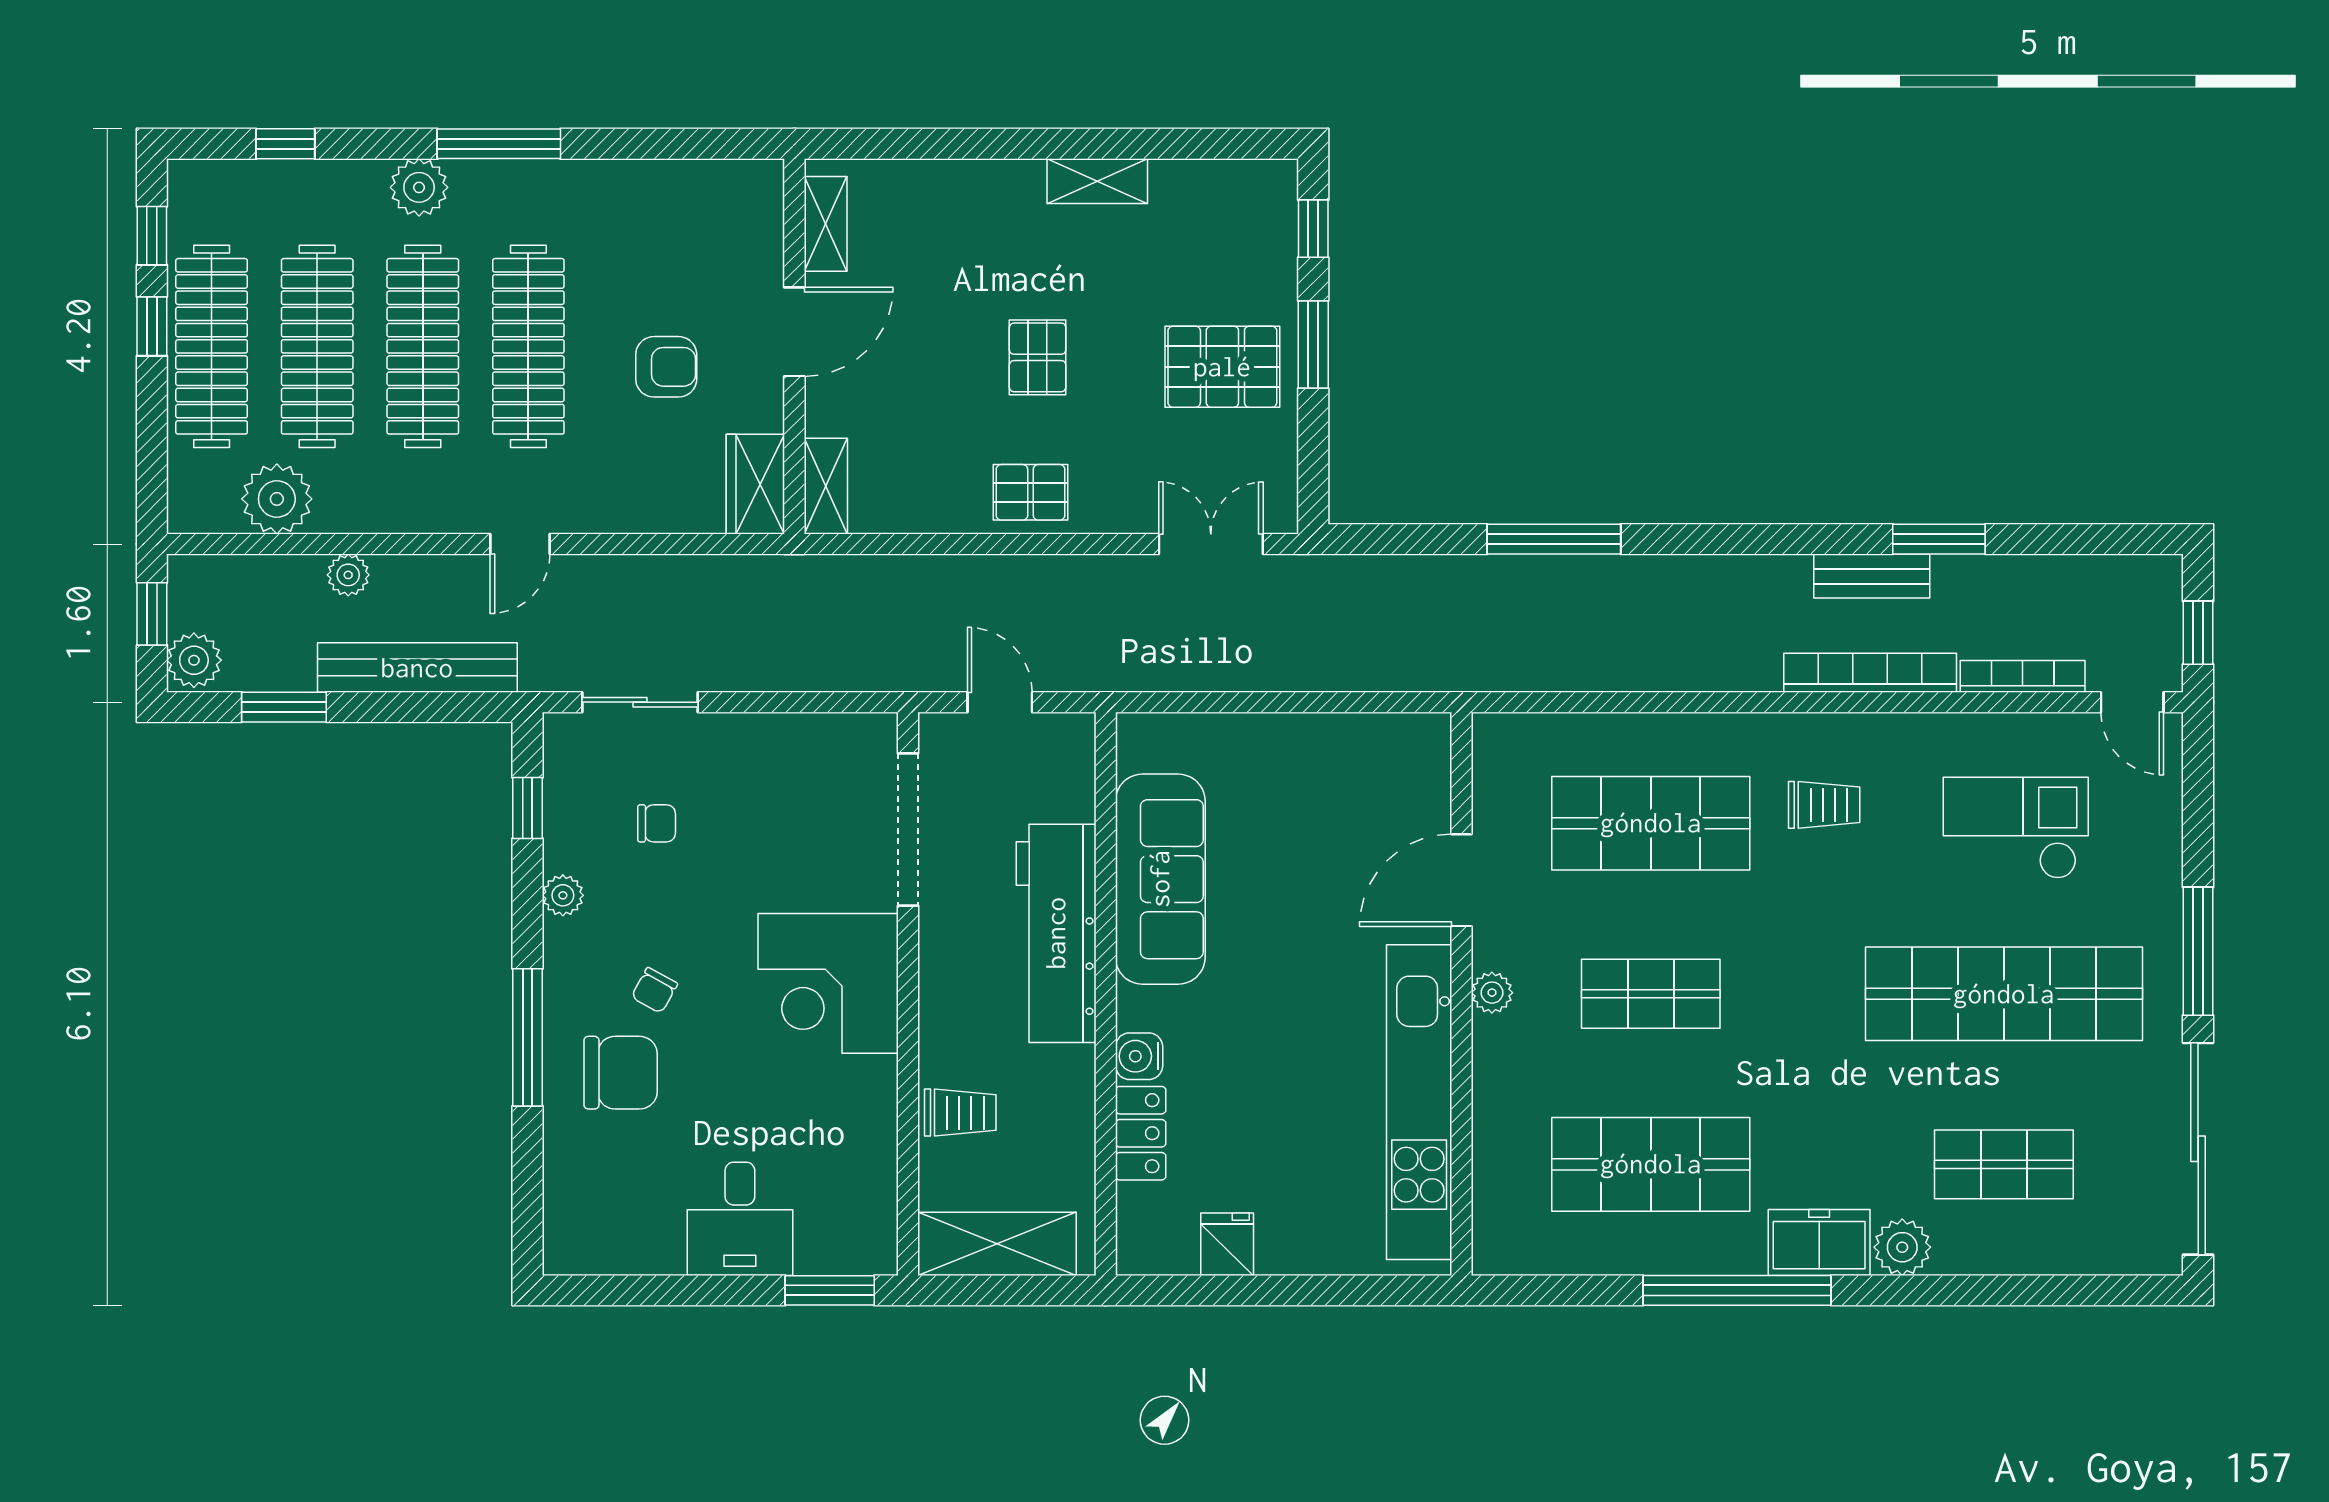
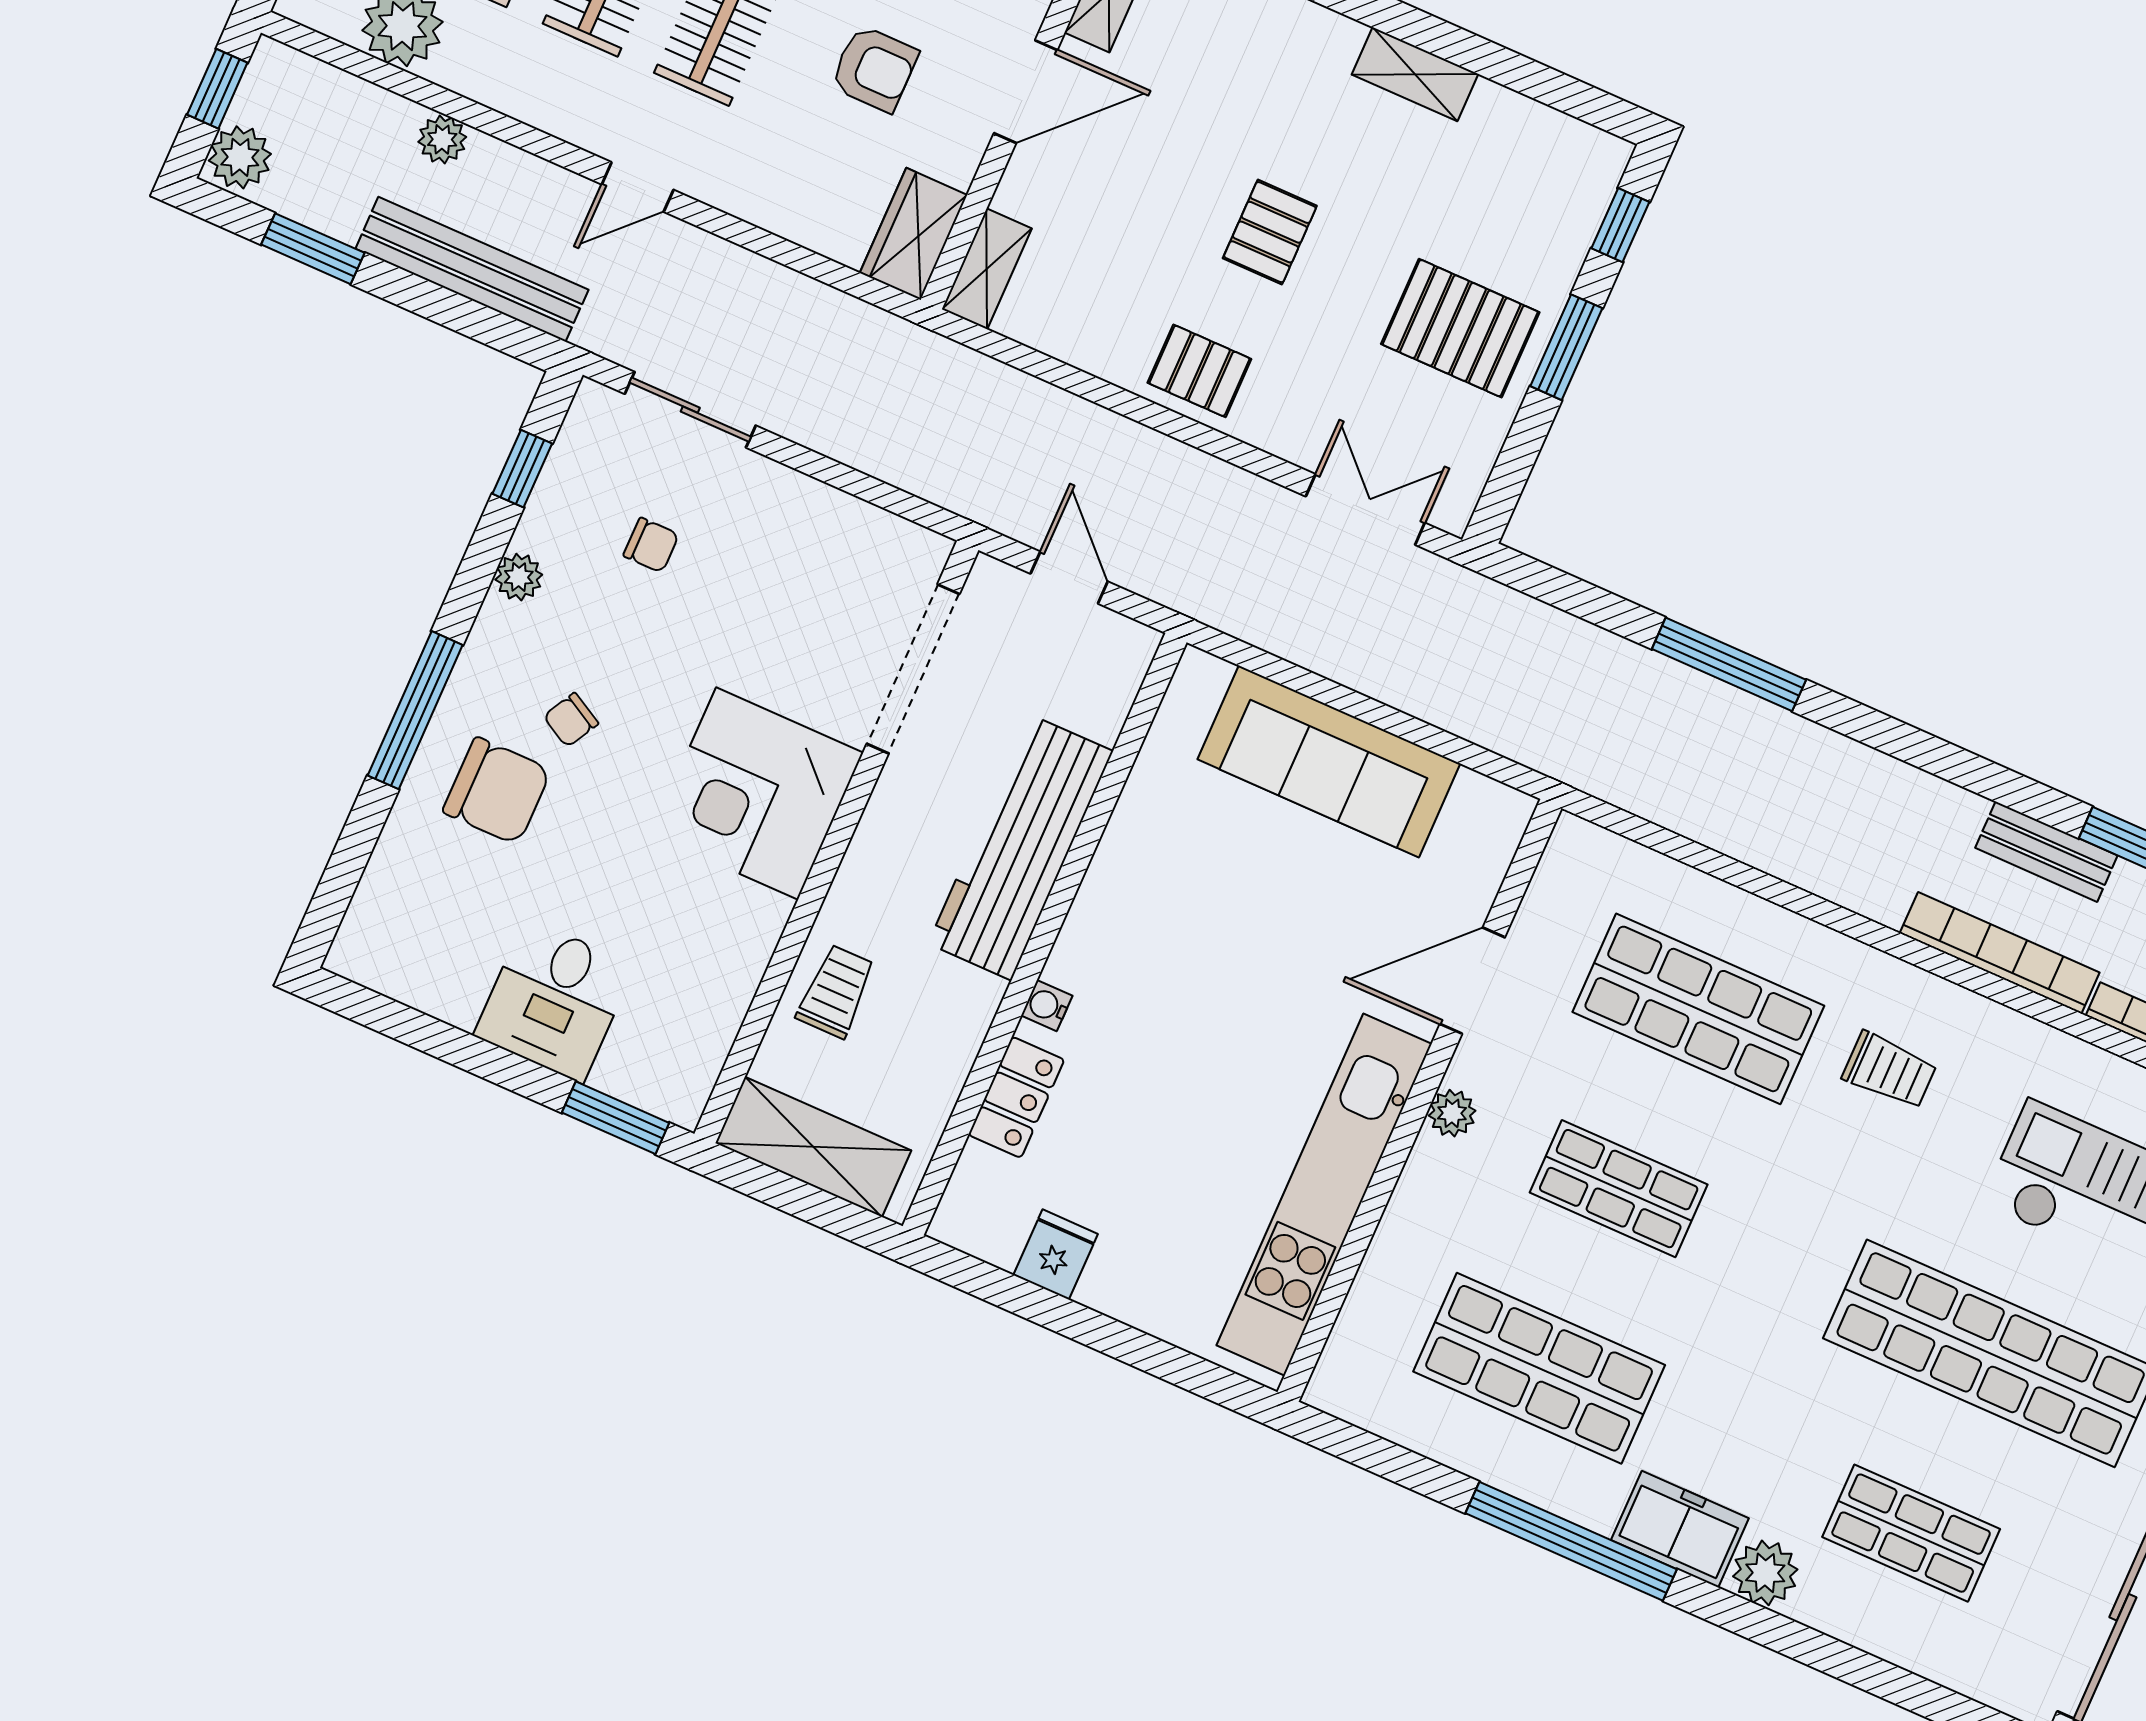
sofa: (1160, 879) -> (1329, 761), moved, turned 90
water cooler: (1139, 1056) -> (1047, 1006), width x0.72, depth x0.72
trolley: (960, 1113) -> (836, 991), turned -90

